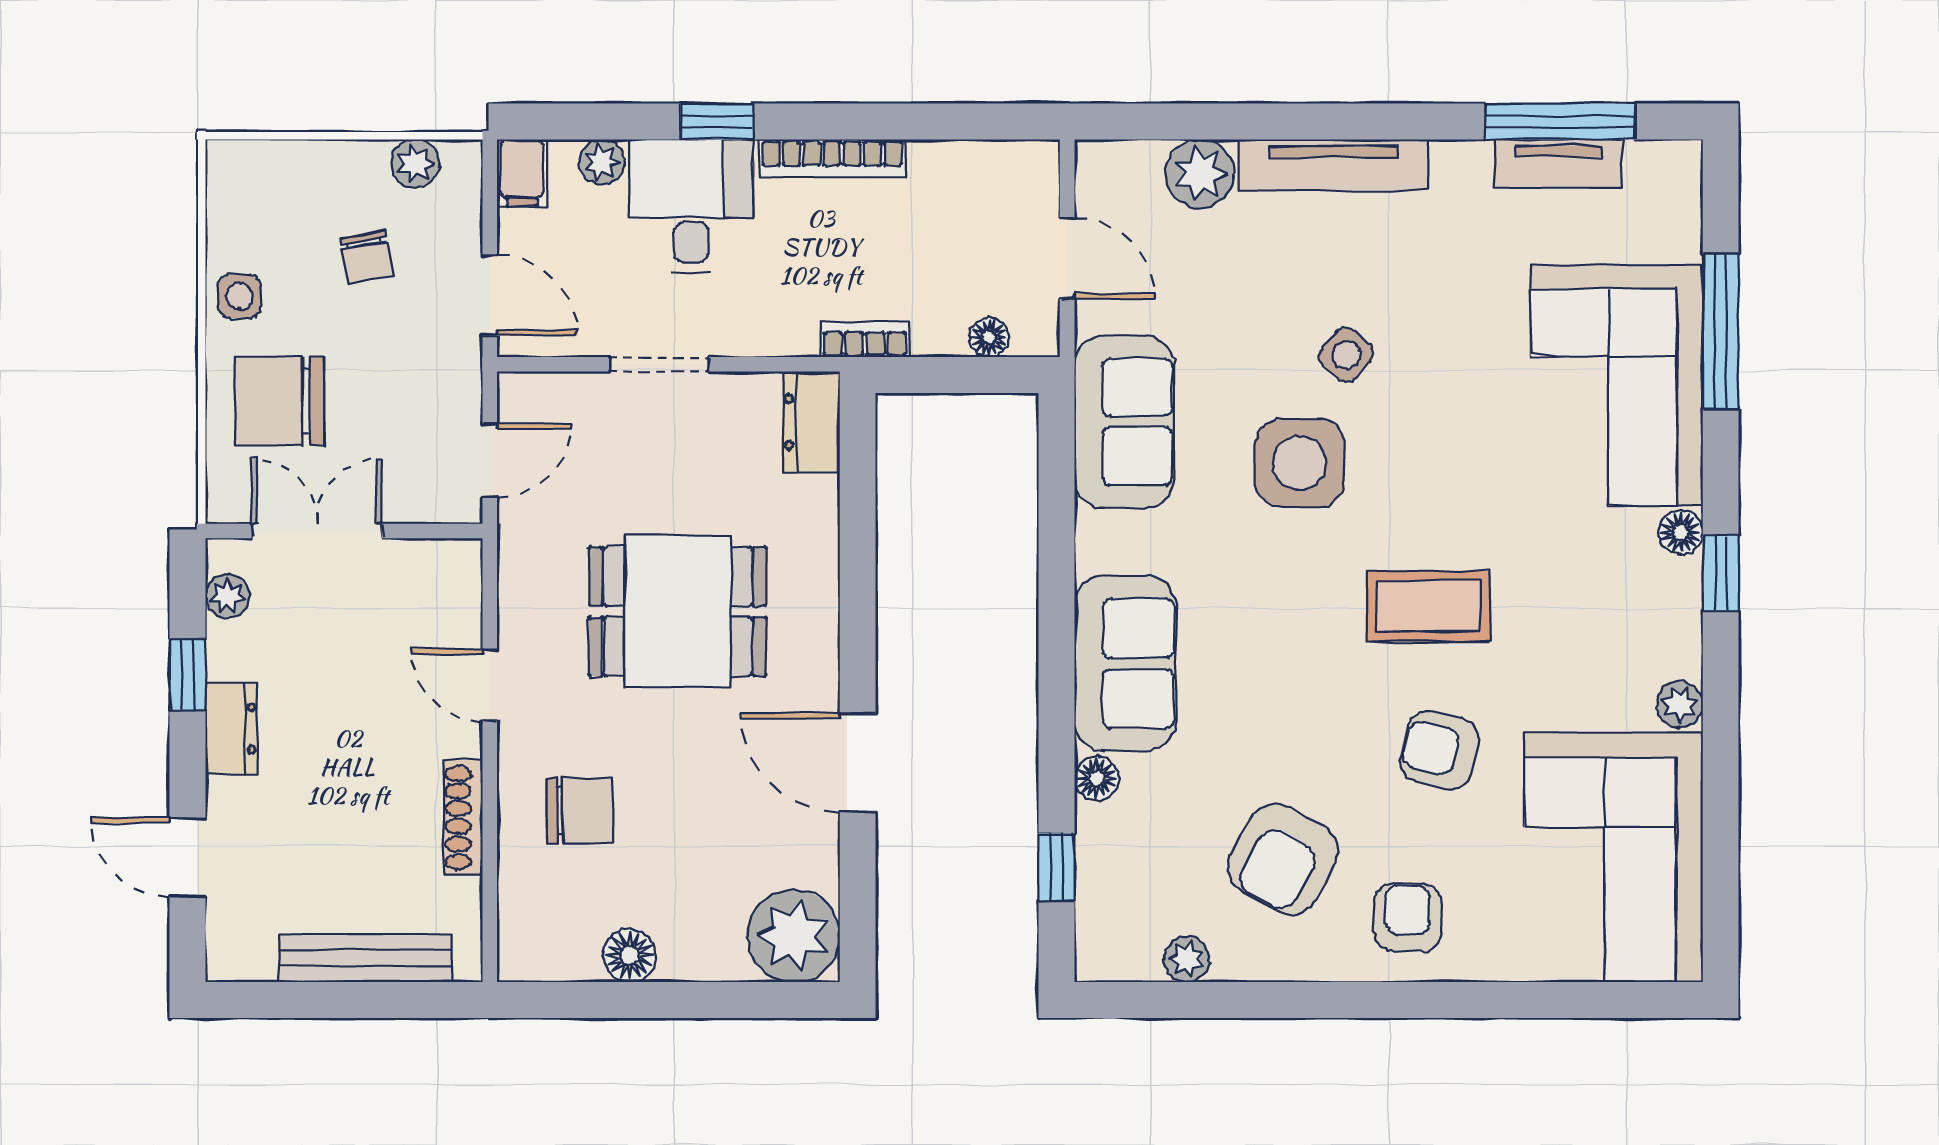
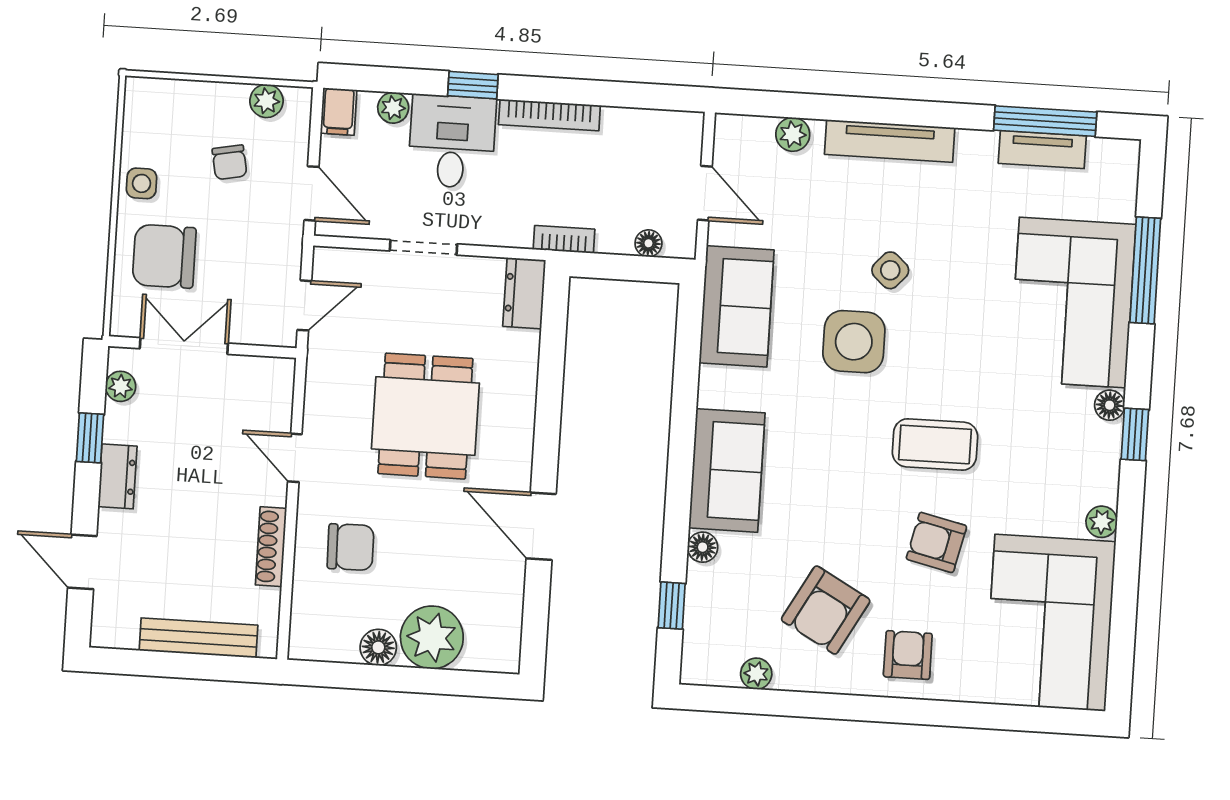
plant: (1200, 174) -> (793, 134), width x0.73, depth x0.73
dining table: (678, 611) -> (425, 416), turned 90
plant: (794, 936) -> (432, 637), moved

